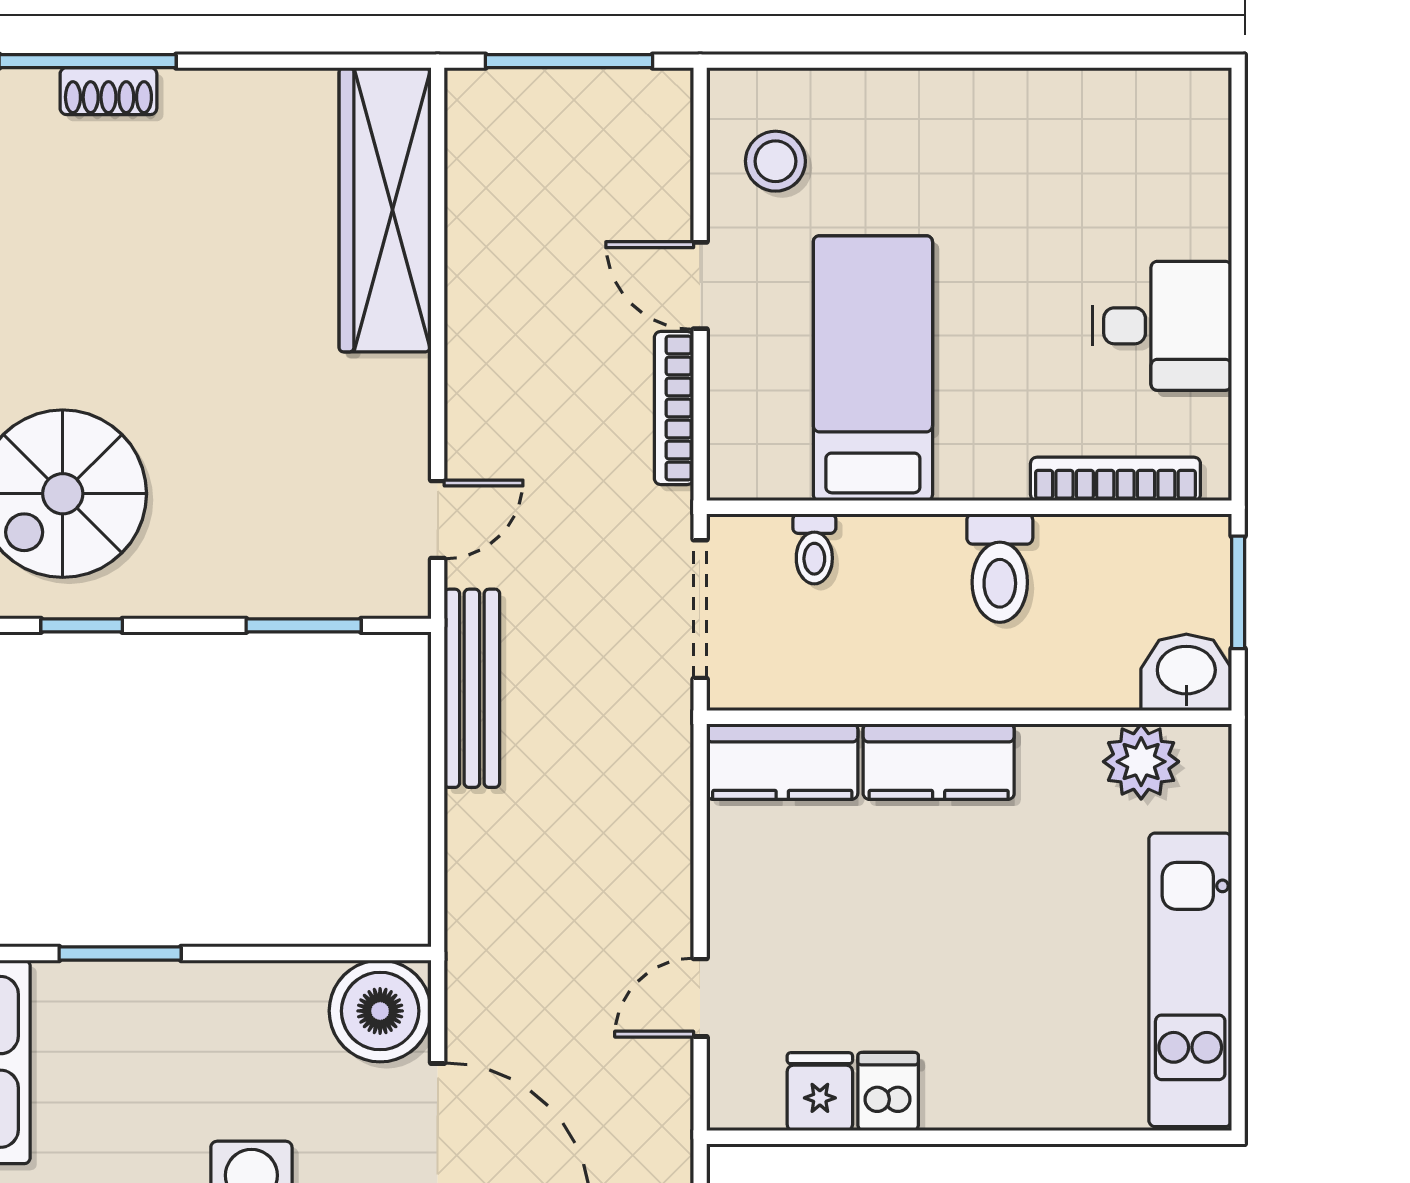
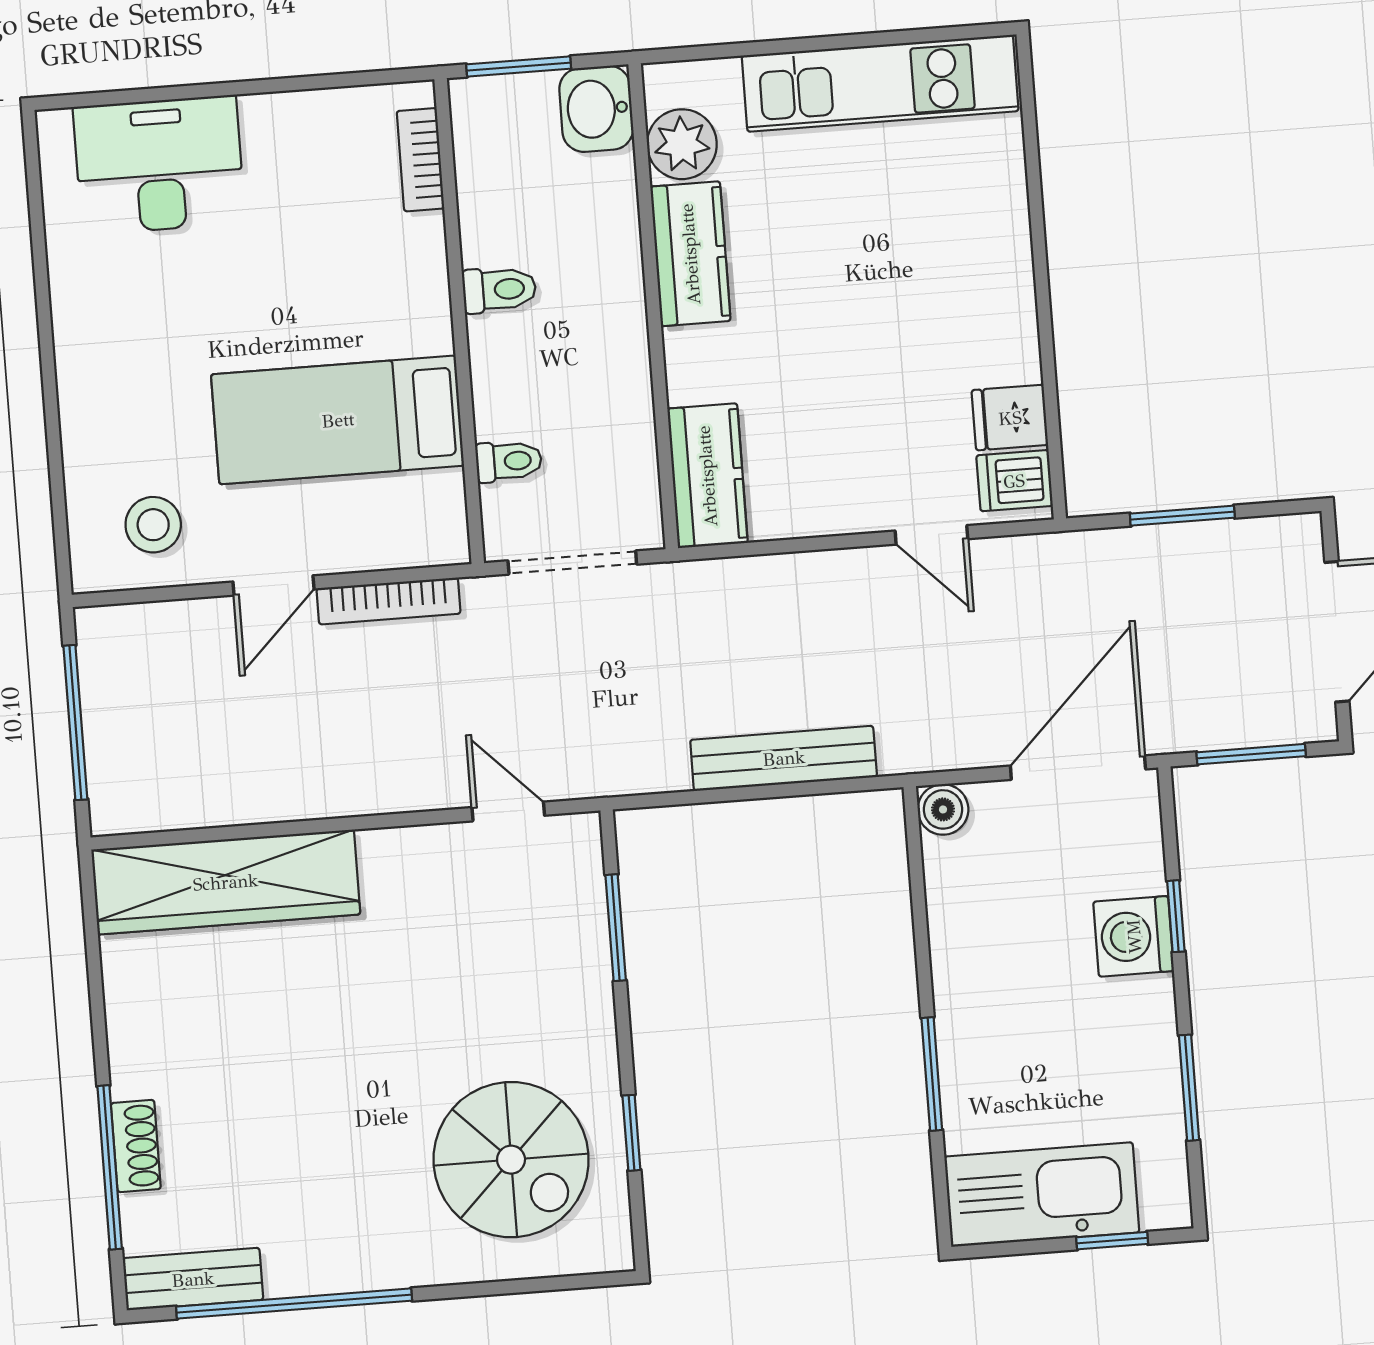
desk: (1162, 326) -> (159, 165), moved, width x1.37
bookcase: (1115, 479) -> (420, 160), width x0.64
toilet: (1000, 568) -> (499, 290), width x0.73, depth x0.72
bench: (472, 688) -> (784, 758), moved
kitchen counter: (939, 762) -> (690, 254), moved
boiler: (380, 1011) -> (943, 809), width x0.54, depth x0.54
dishwasher: (888, 1092) -> (1014, 481), moved

